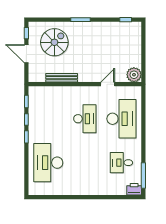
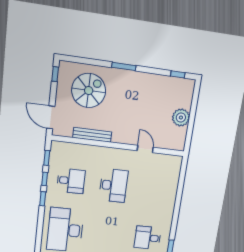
door: (26, 54) -> (51, 117), moved
plant: (134, 75) -> (181, 118), moved
door: (108, 84) -> (145, 149), hinge flipped
desk: (121, 119) -> (71, 181), moved, width x0.53, depth x0.77

